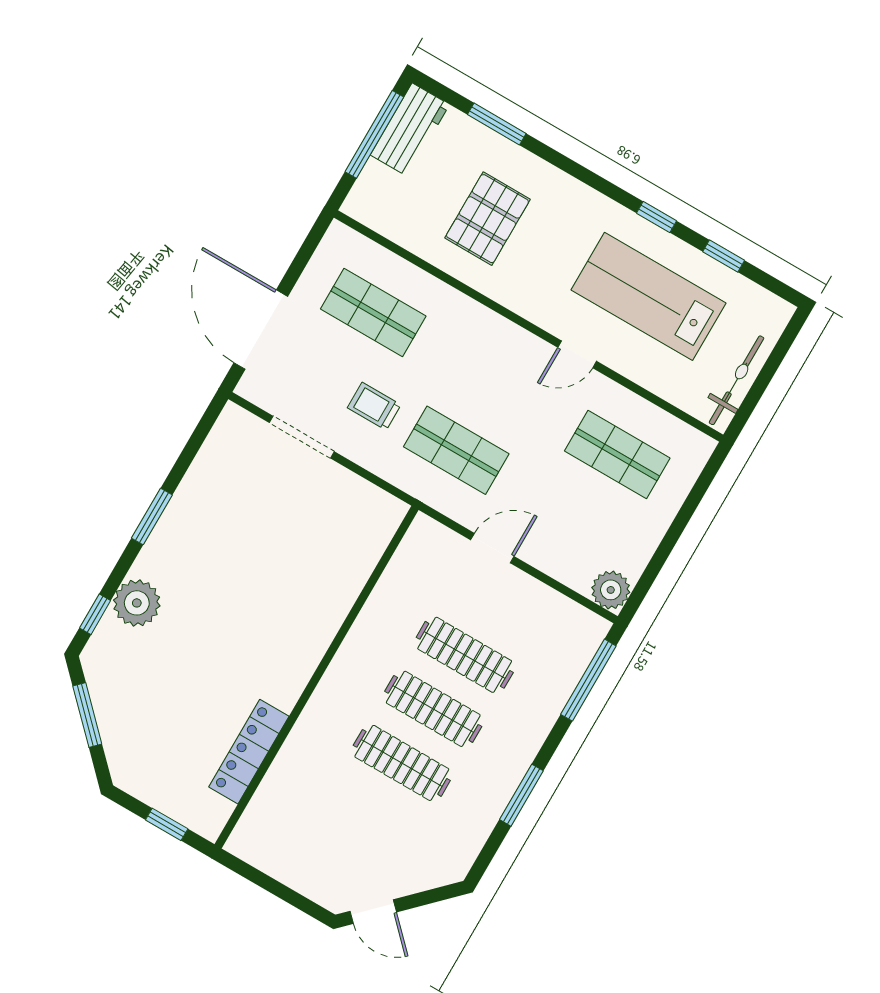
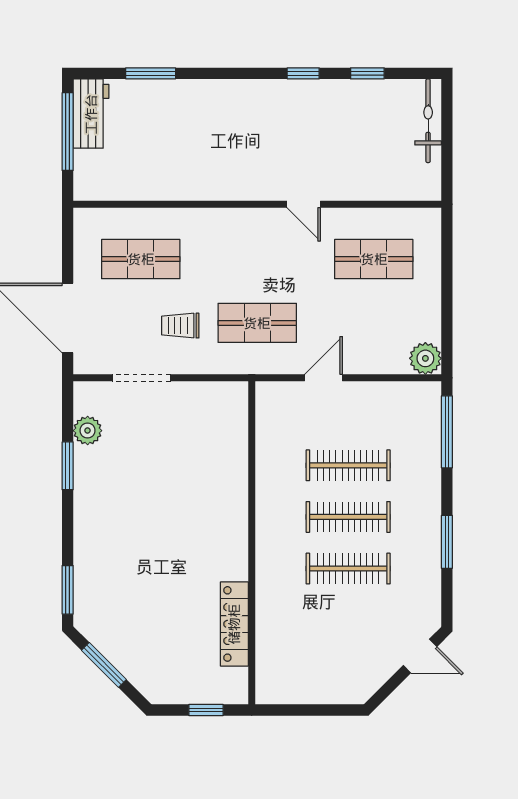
pallet: (487, 219) -> (183, 145), removed
lab bench: (649, 296) -> (330, 133), removed
door: (577, 354) -> (304, 204), hinge flipped
bicycle: (737, 380) -> (428, 121), moved
window: (152, 517) -> (68, 466), moved
plant: (137, 603) -> (88, 431), moved, width x0.73, depth x0.73
window: (95, 614) -> (68, 590), width x1.50
door: (373, 912) -> (420, 656), moved

